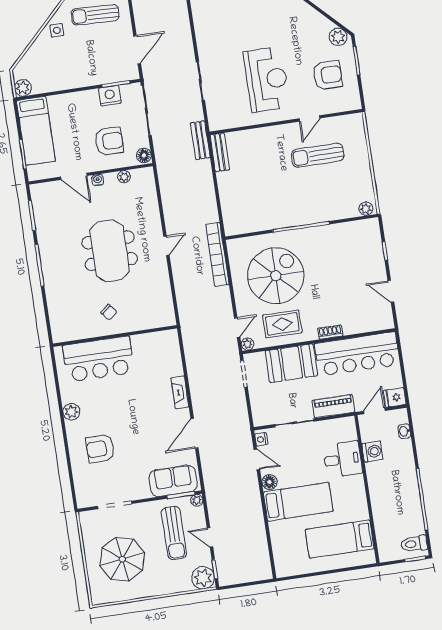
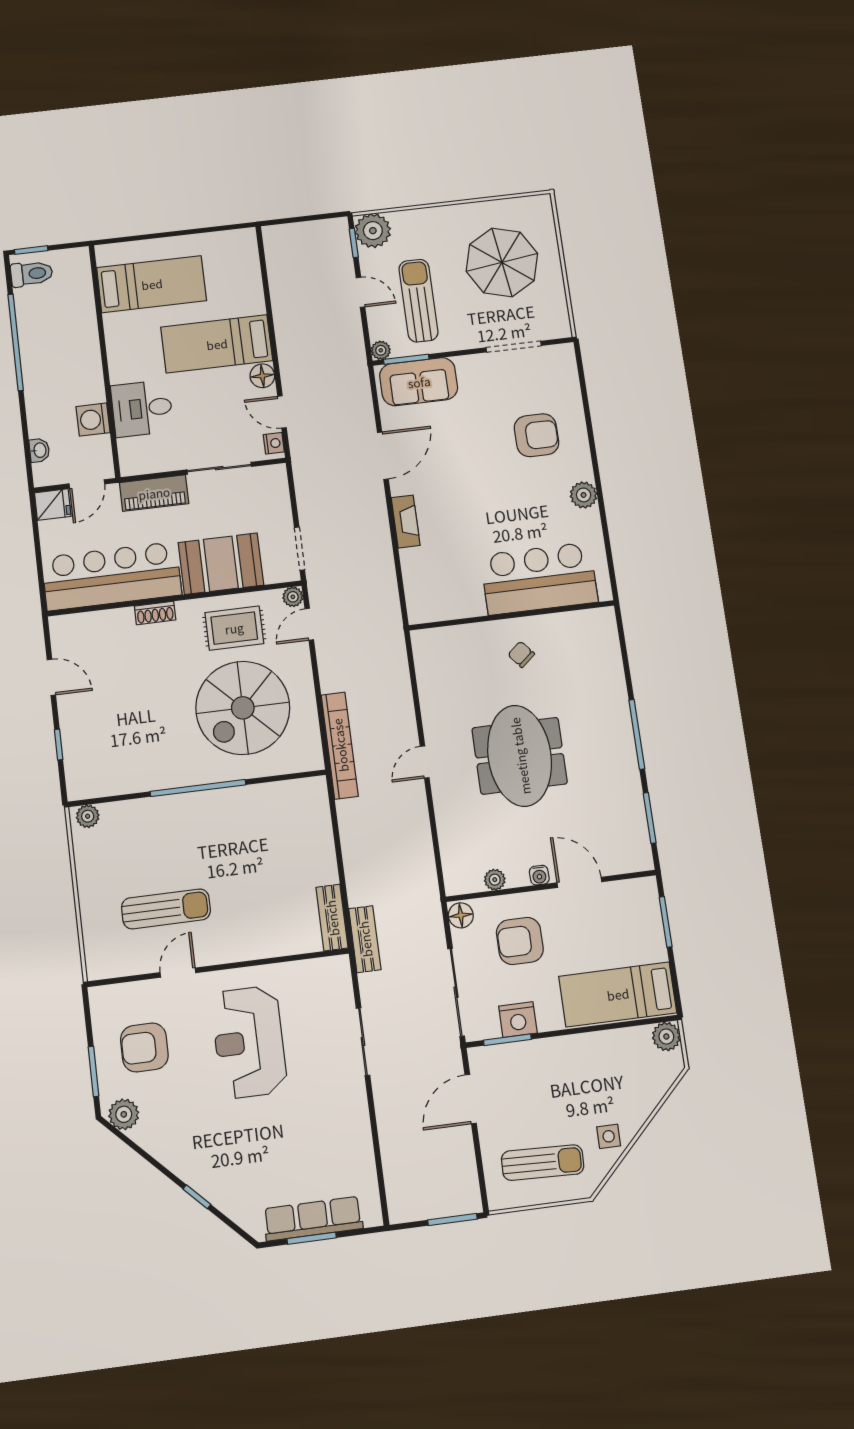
bed: (36, 131) -> (618, 994), moved, turned -90

